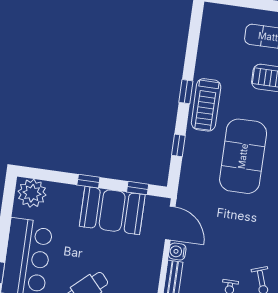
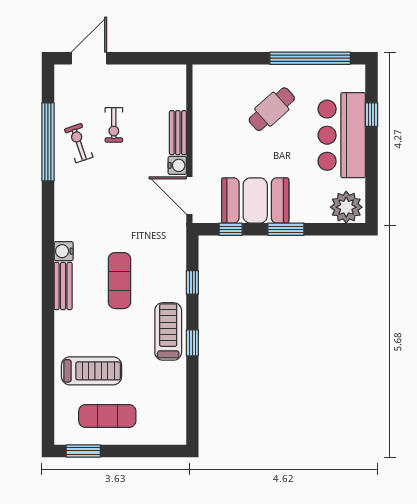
exercise mat: (243, 156) -> (119, 281), width x0.50, depth x0.69
window: (88, 181) -> (286, 229), width x1.50

